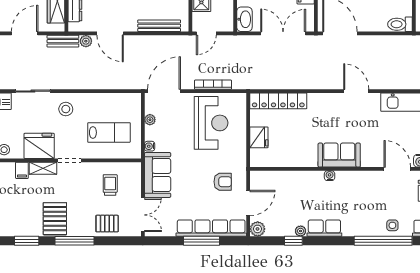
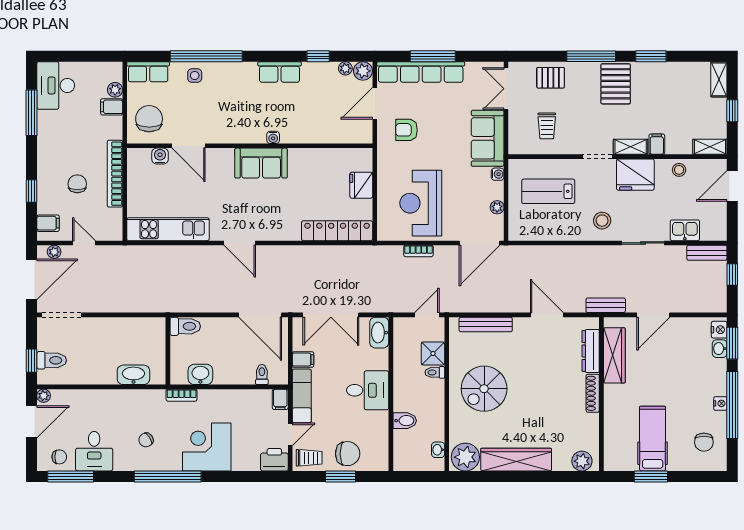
plant: (86, 41) -> (577, 305), removed
bookcase: (213, 85) -> (418, 251), width x0.64
plant: (301, 231) -> (345, 68), moved

